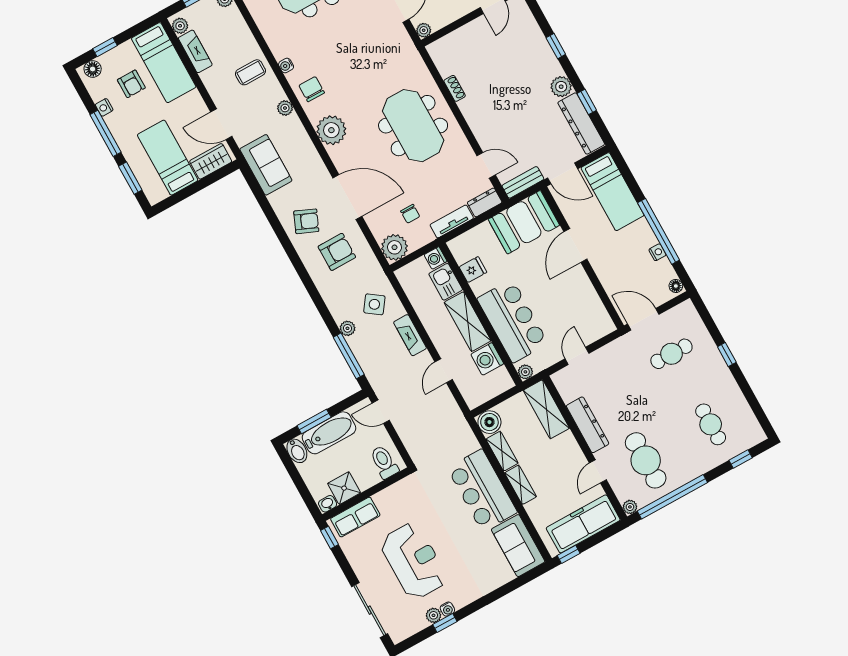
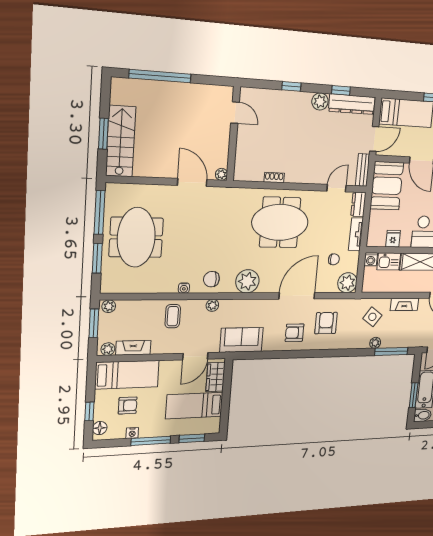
armchair: (306, 221) -> (295, 333), turned -113

